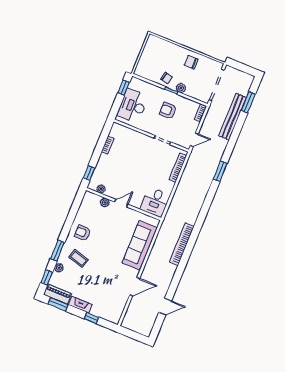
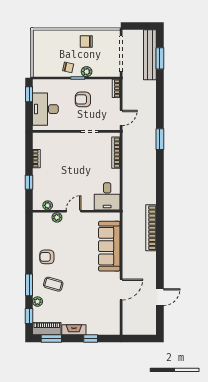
bench: (233, 117) -> (150, 55), moved
window: (89, 173) -> (29, 182), moved

